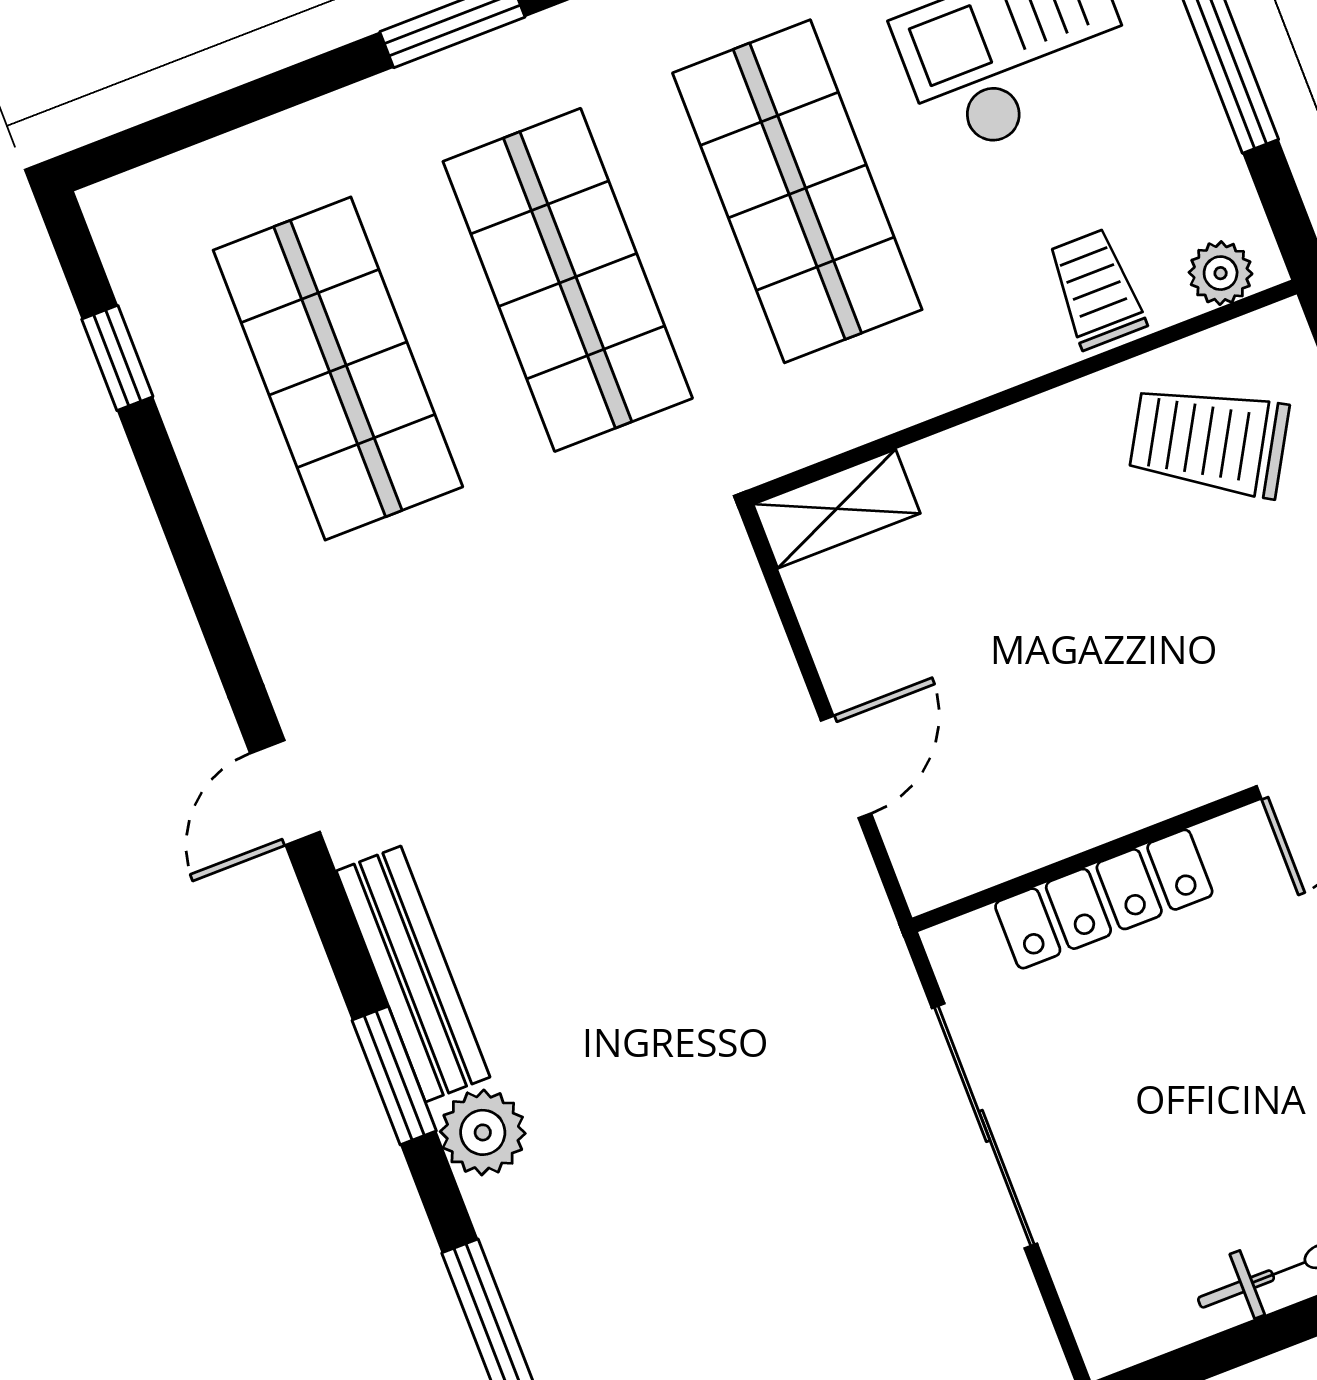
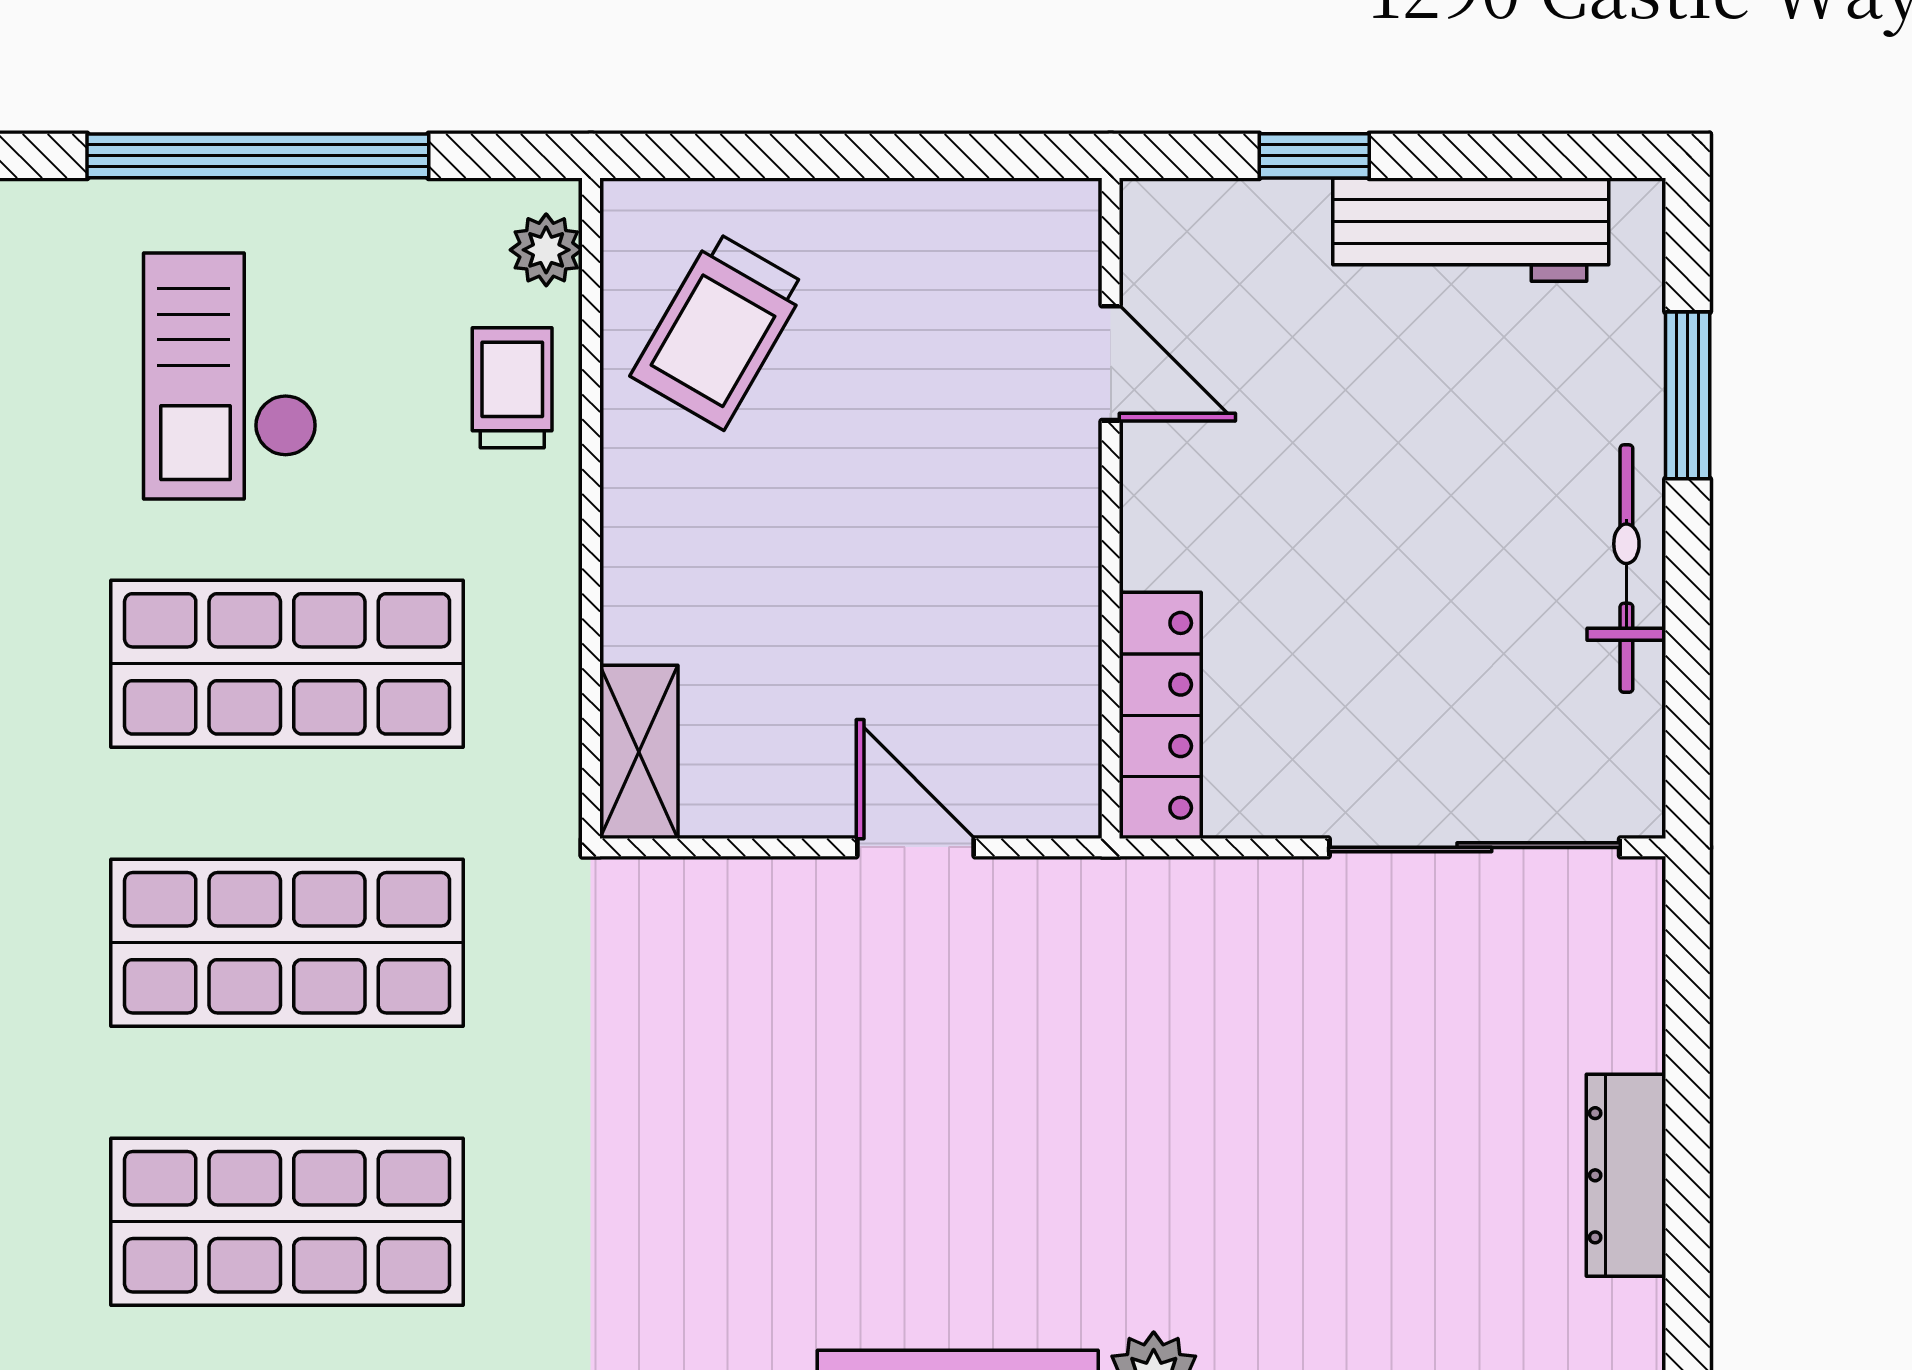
trolley: (1096, 289) -> (512, 388), turned 90
locker: (1104, 899) -> (1160, 715), moved
sliding door: (984, 1126) -> (1474, 847), moved

